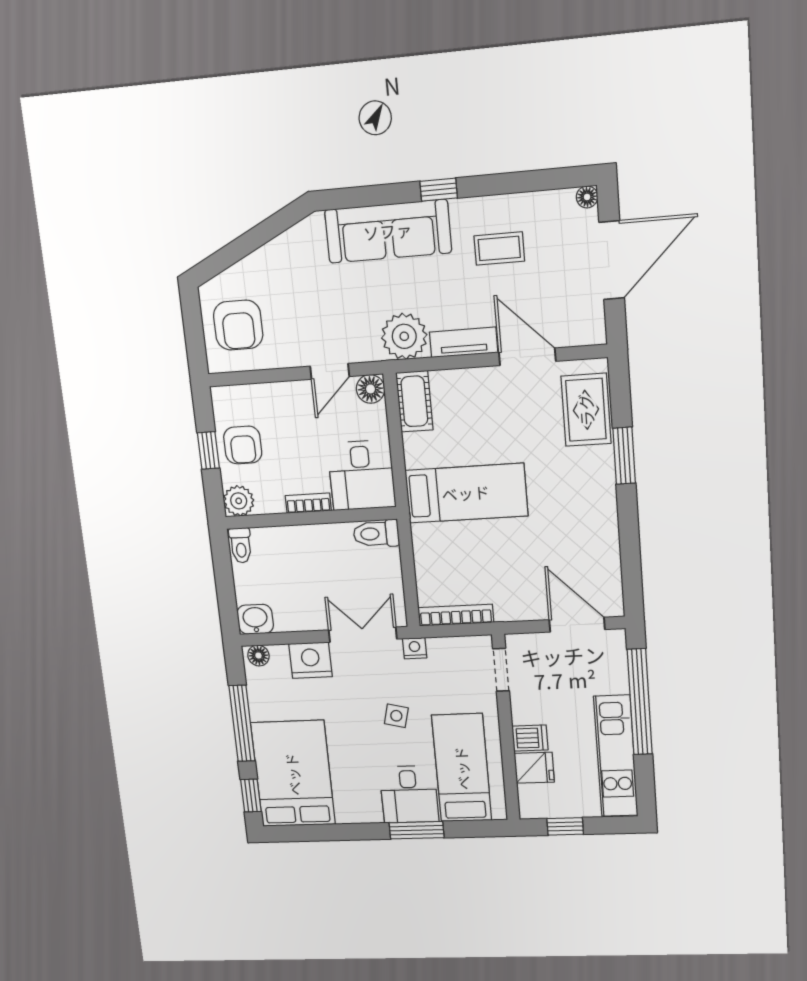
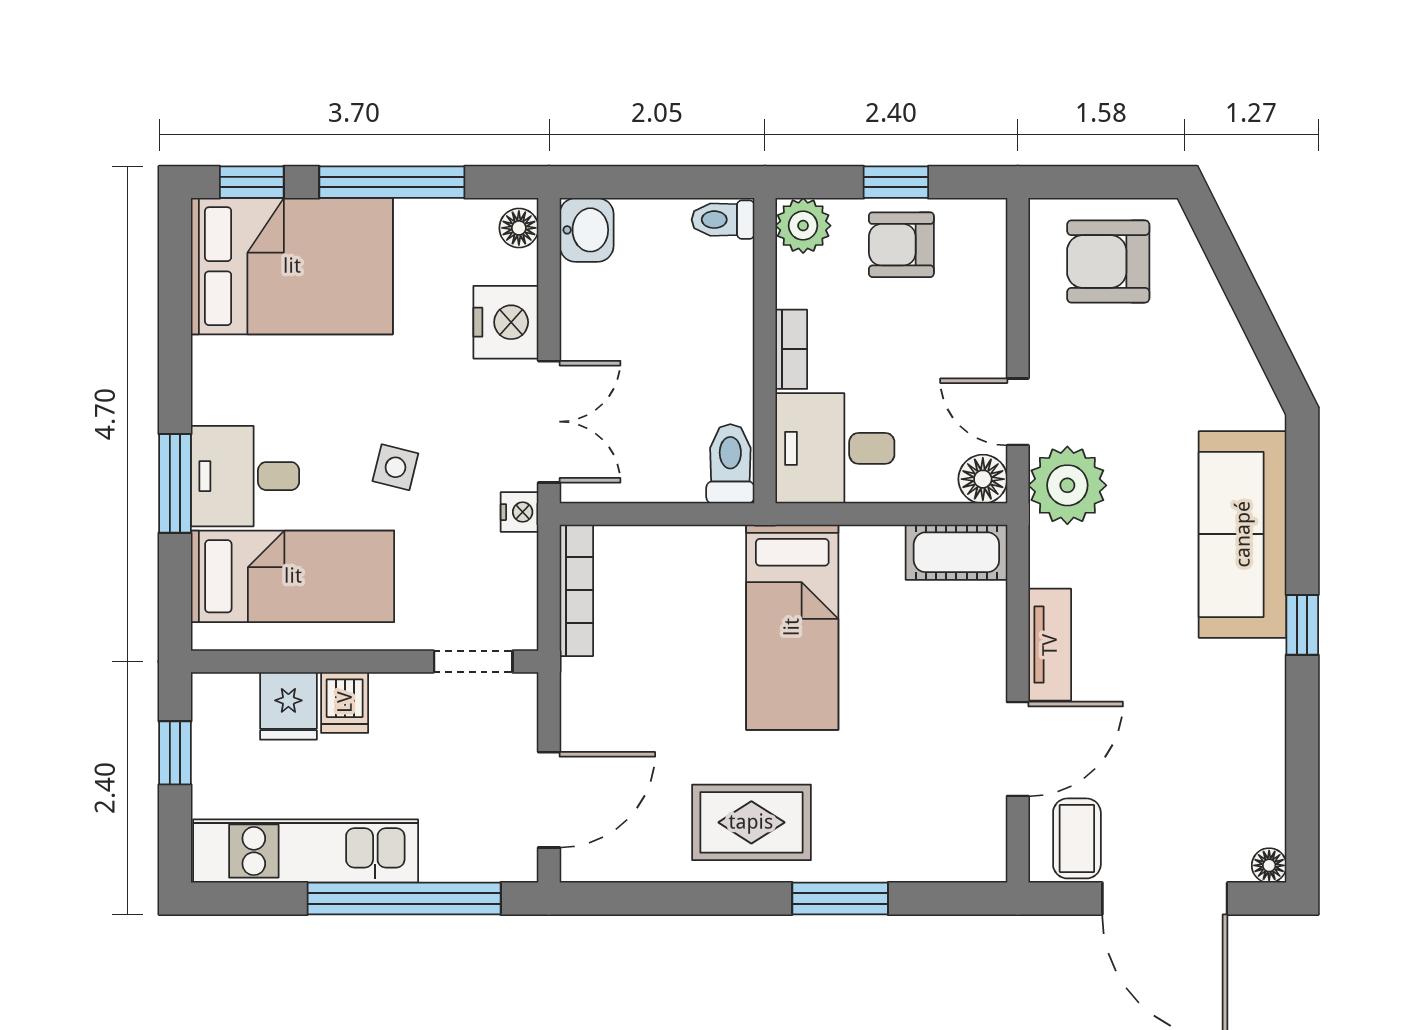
coffee table: (499, 248) -> (1077, 838), moved
plant: (404, 336) -> (1067, 485), moved
rug: (586, 410) -> (751, 822), moved

